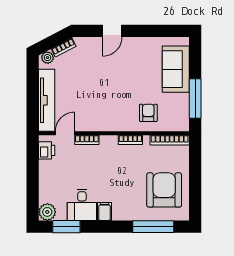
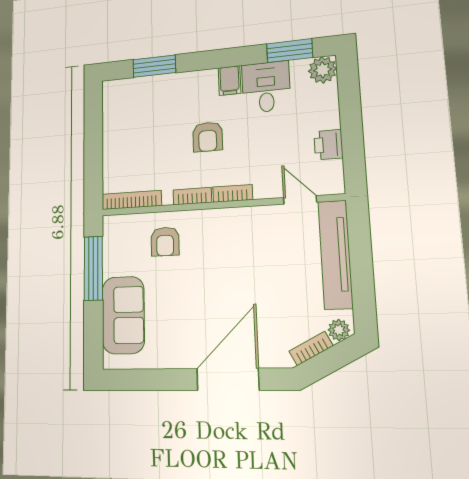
door: (112, 31) -> (228, 379), width x1.88
door: (65, 133) -> (300, 200), swing flipped
bookcase: (87, 140) -> (233, 193), moved
printer: (47, 150) -> (328, 145), moved
armchair: (164, 190) -> (208, 137), moved, width x0.53, depth x0.53
window: (153, 227) -> (154, 66), width x0.69

